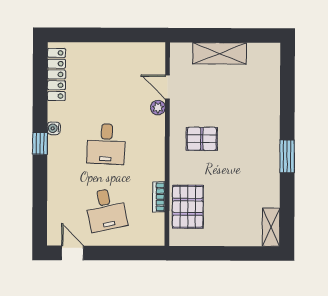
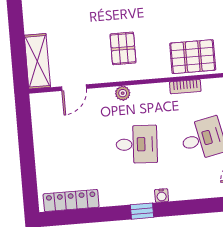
shelving: (219, 53) -> (37, 61), moved
plant: (158, 108) -> (123, 93), moved
water cooler: (54, 128) -> (162, 195), moved

